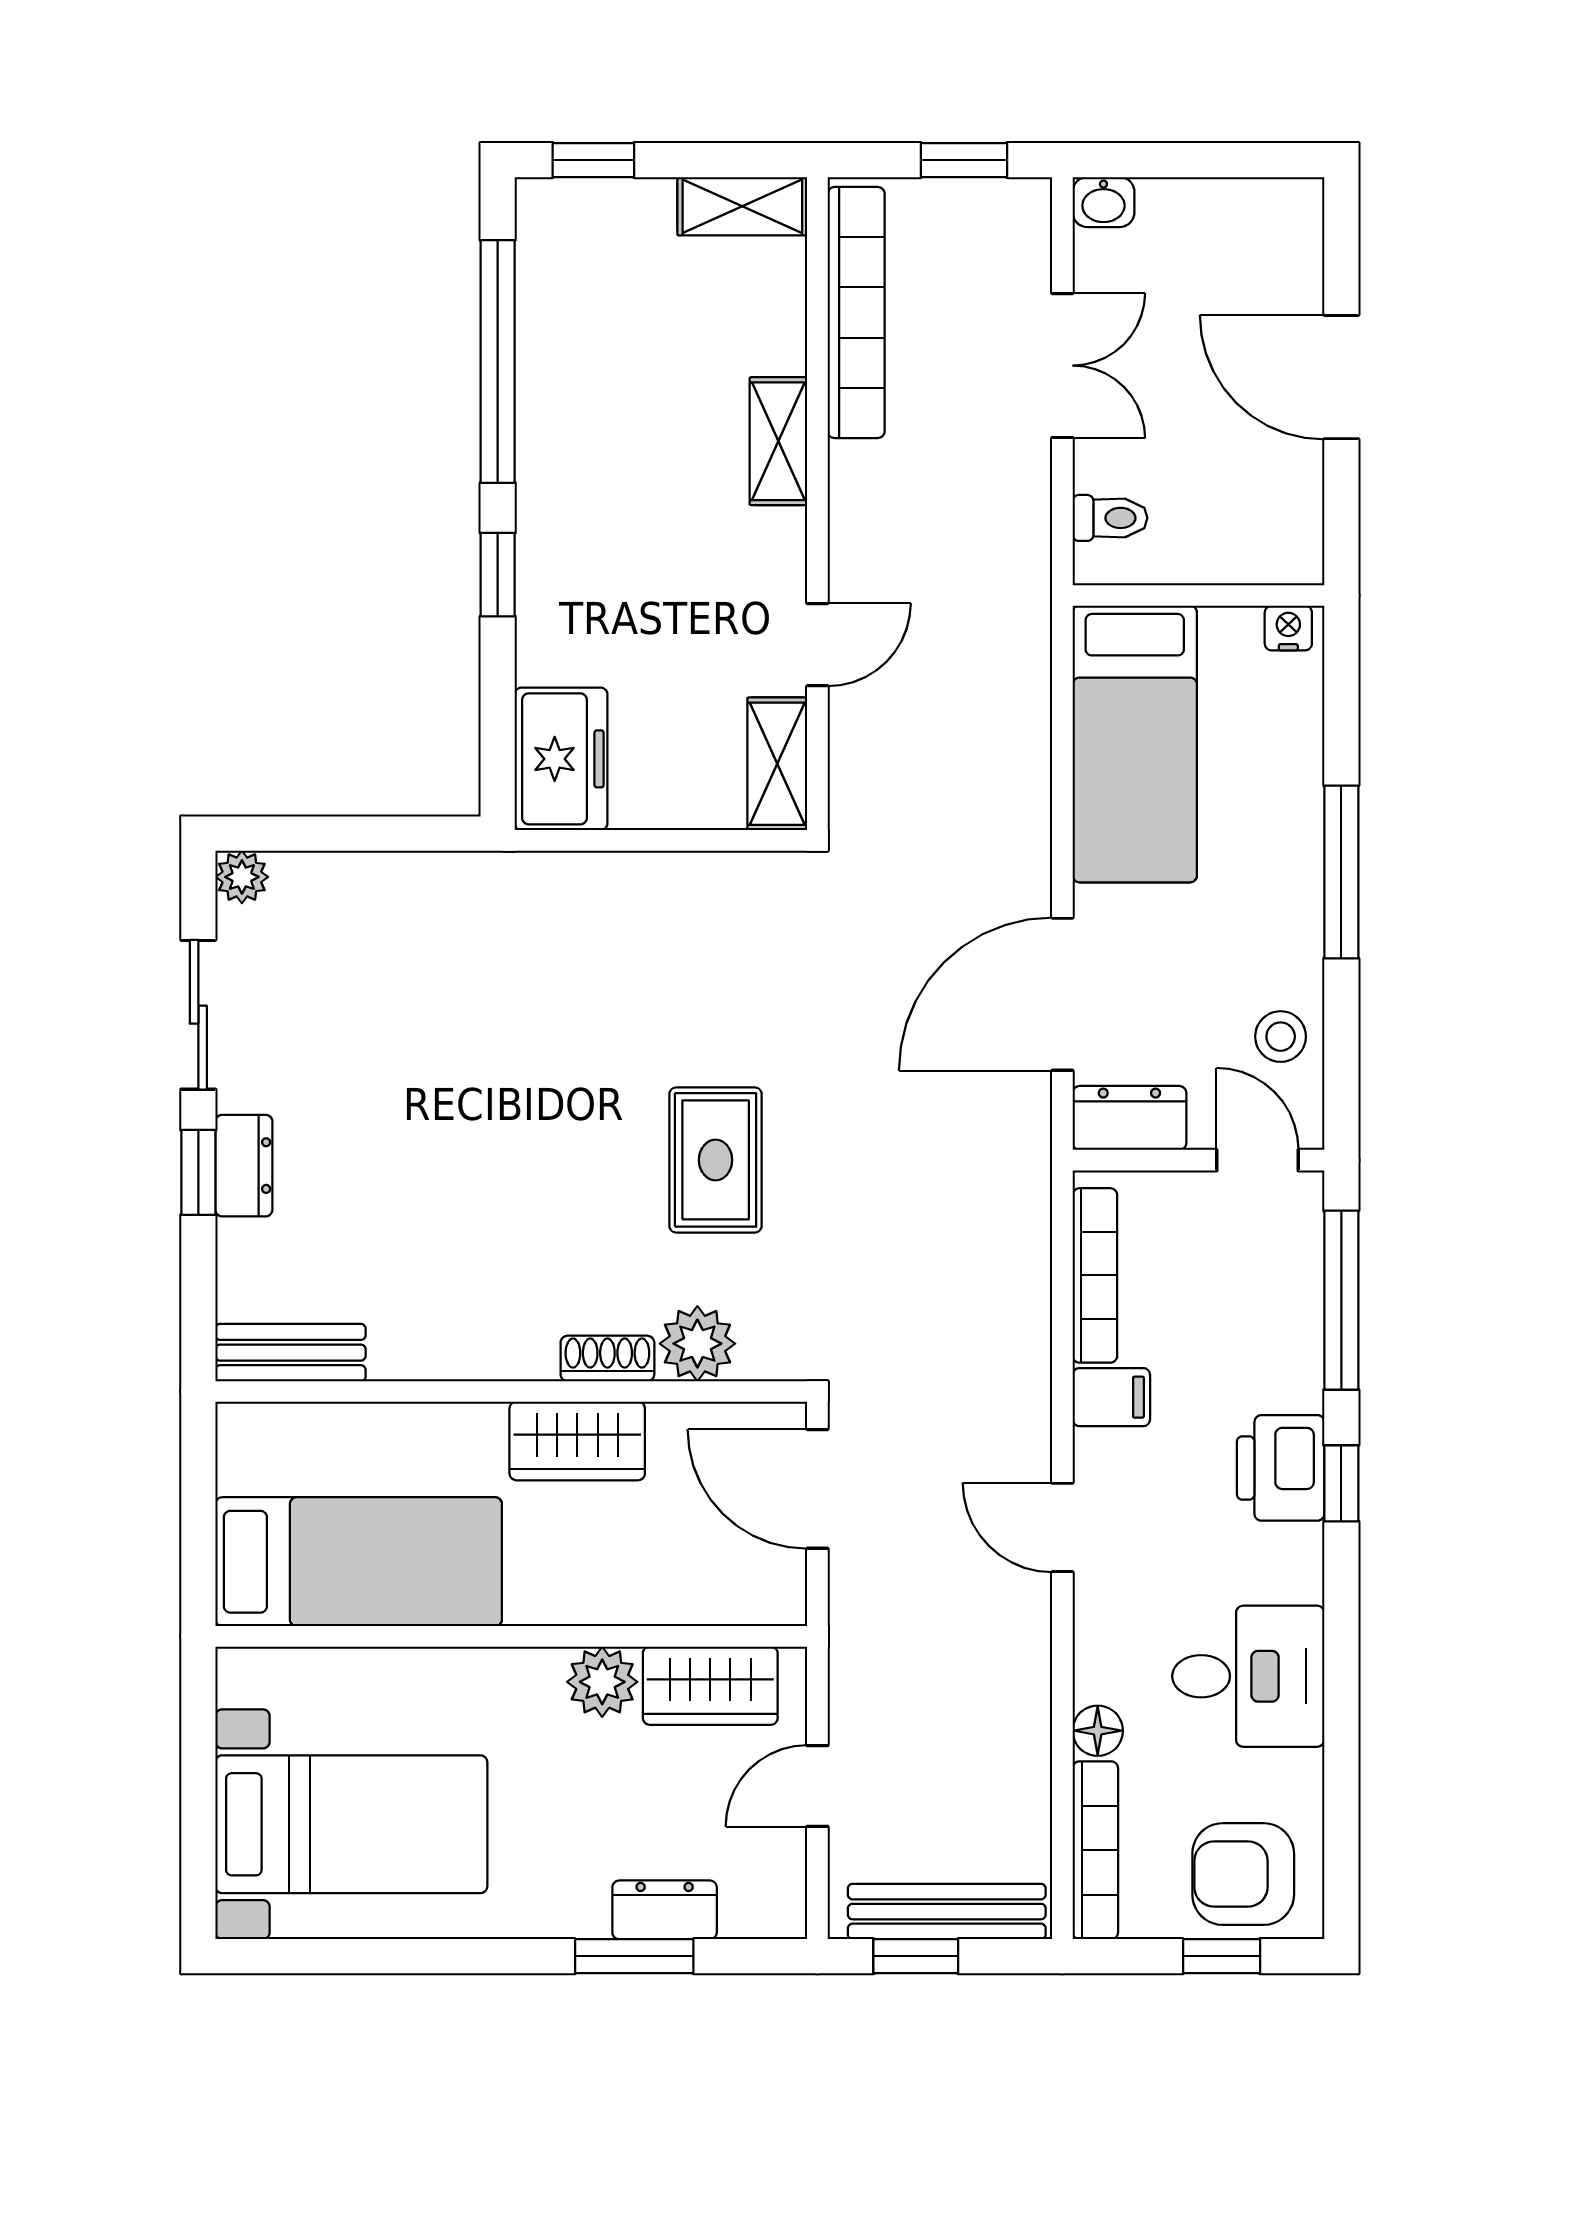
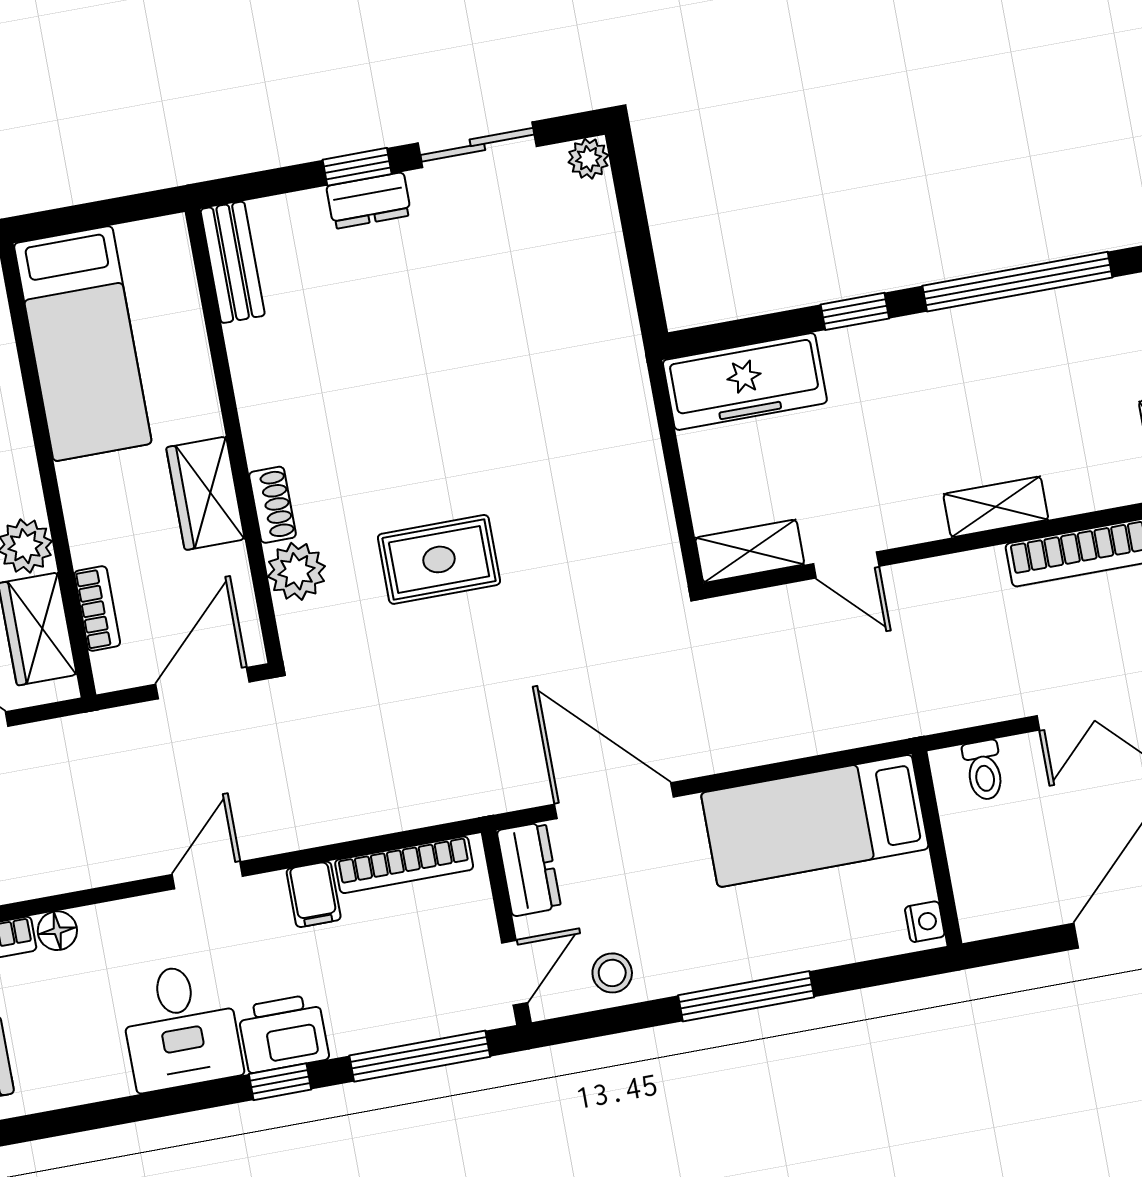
freezer: (561, 759) -> (745, 382), width x1.40
bookcase: (698, 1605) -> (97, 609), added
desk: (1248, 1676) -> (181, 1027), moved

